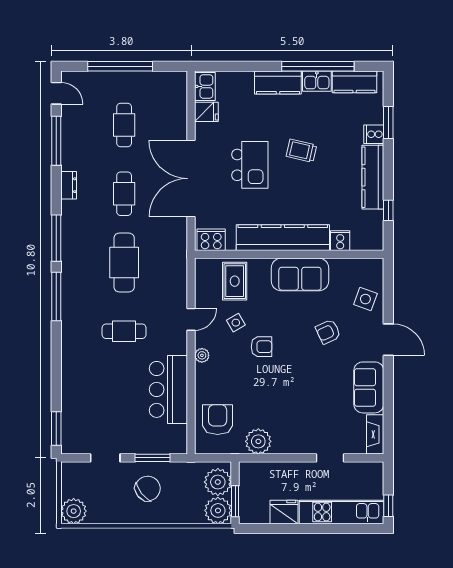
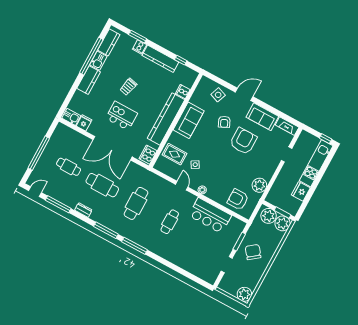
cafe table: (124, 194) -> (102, 185), width x1.37, depth x1.35
cafe table: (124, 263) -> (136, 203), turned 90
armchair: (261, 347) -> (243, 141), moved, width x1.88, depth x1.88
window: (56, 429) -> (199, 281), removed

